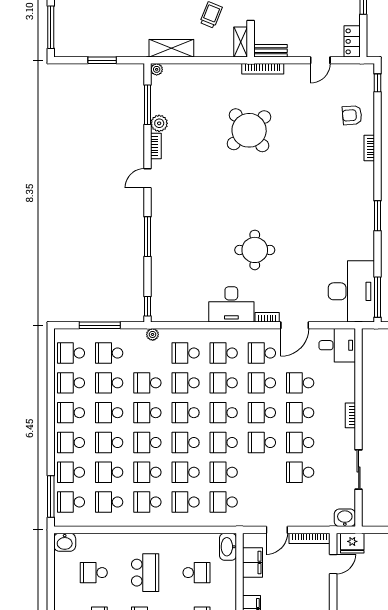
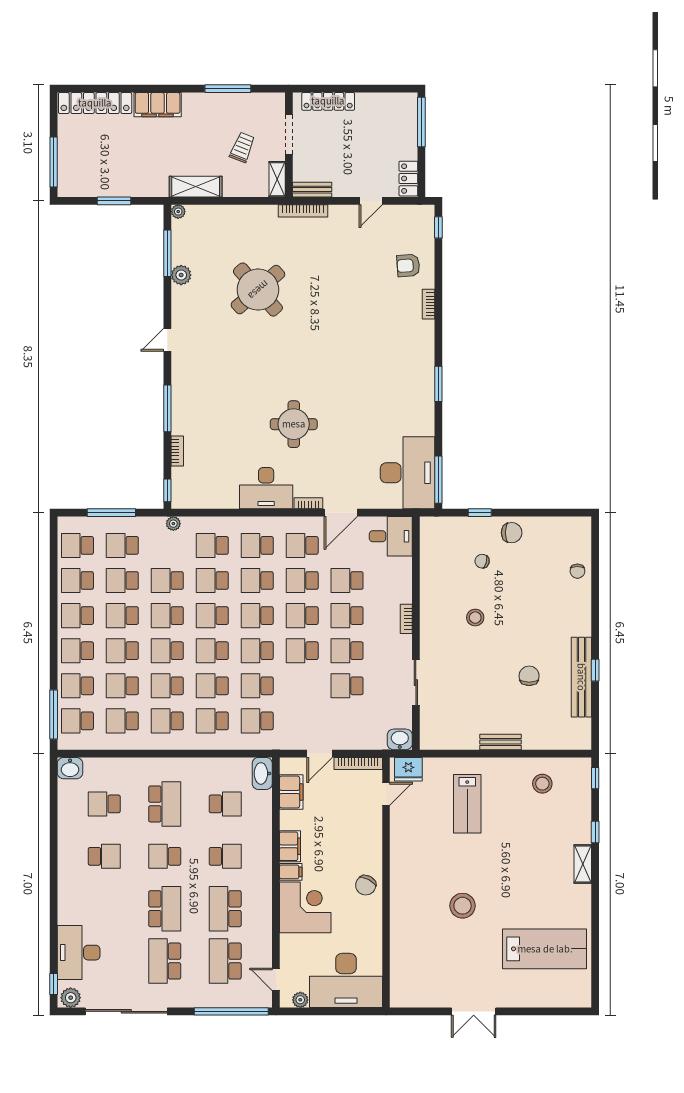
round table: (249, 130) -> (258, 290), moved
bookcase: (156, 146) -> (177, 451), moved

